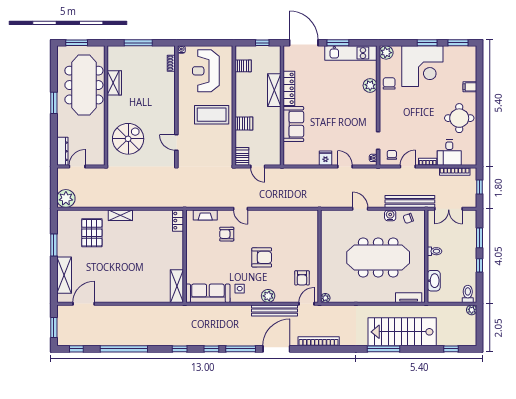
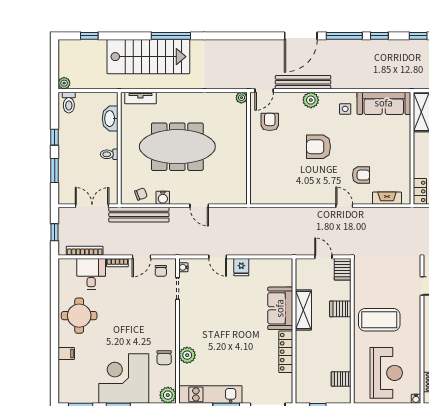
shelving: (274, 90) -> (303, 310), moved
bookcase: (319, 341) -> (250, 45), removed

